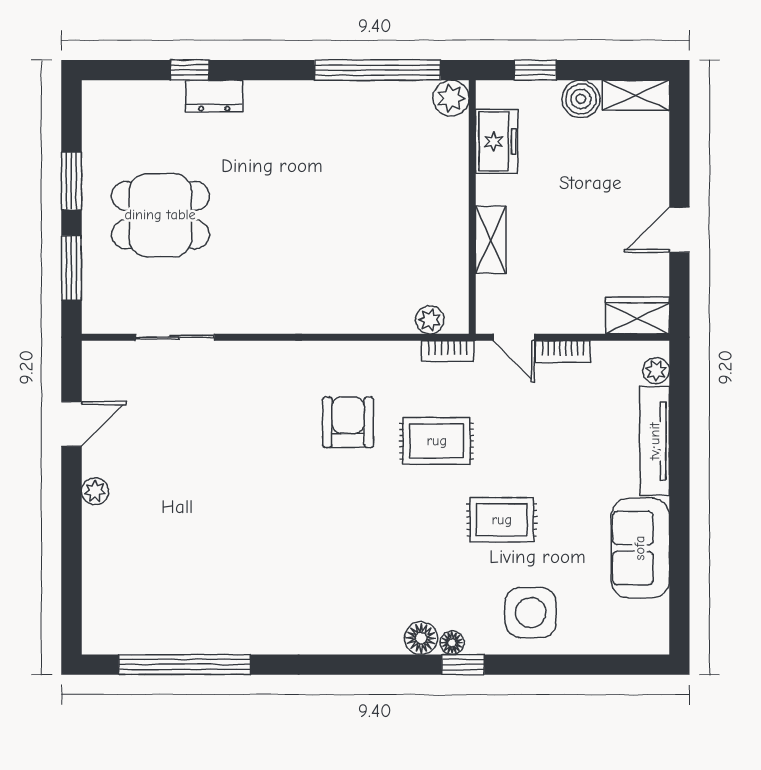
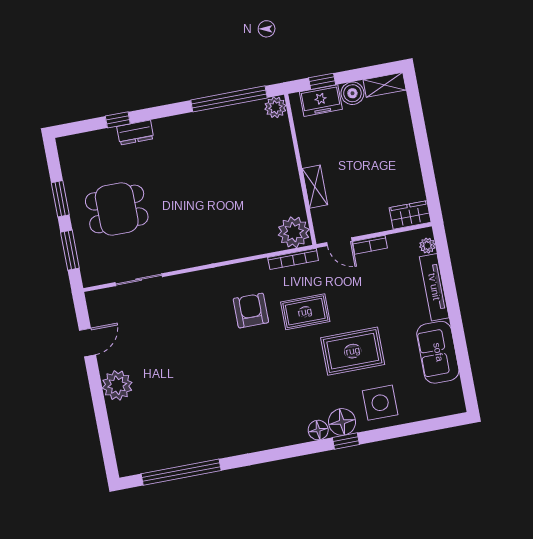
freezer: (497, 141) -> (321, 101), moved, turned 90
door: (679, 230) -> (425, 160), removed
plant: (430, 320) -> (294, 232), width x1.87, depth x1.87
bookcase: (448, 351) -> (293, 259), width x1.56
plant: (95, 491) -> (117, 385), width x1.87, depth x1.87
rug: (502, 520) -> (353, 351), width x1.36, depth x1.43
floor lamp: (452, 643) -> (342, 422), width x1.89, depth x1.89

